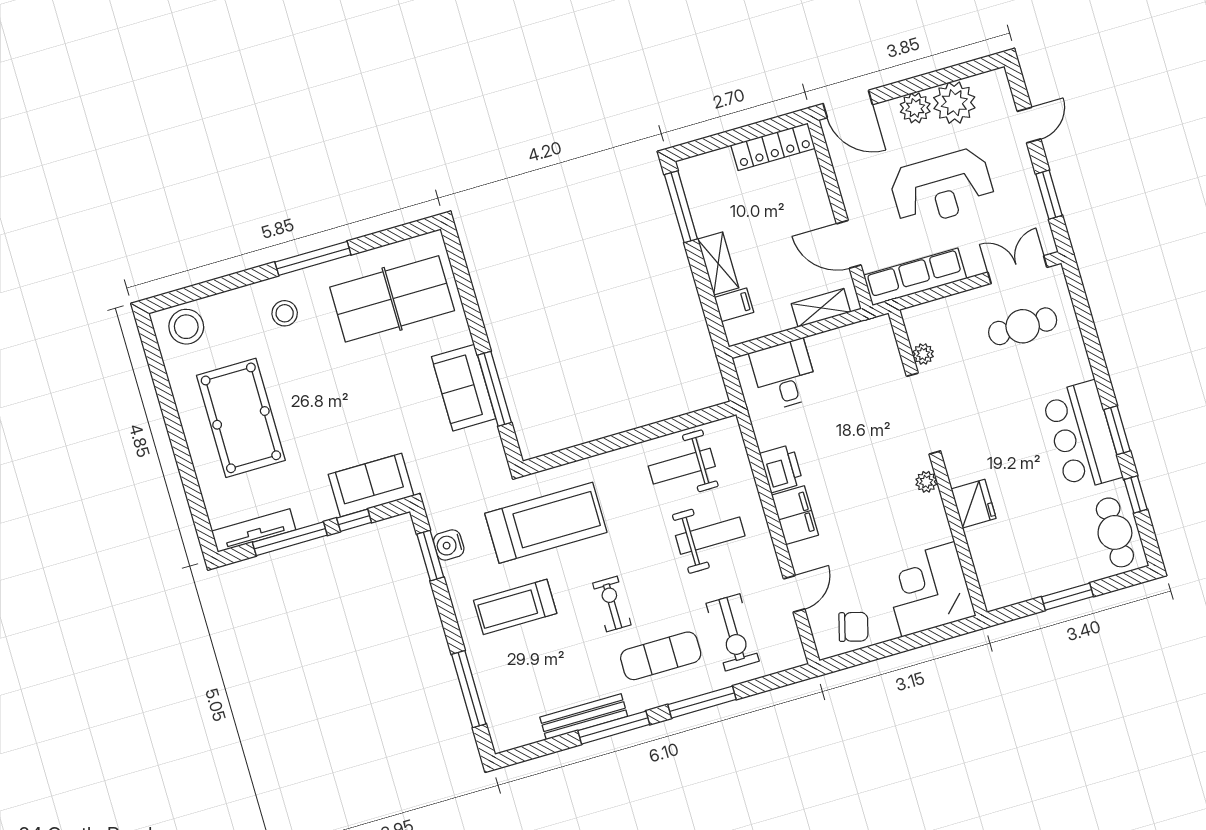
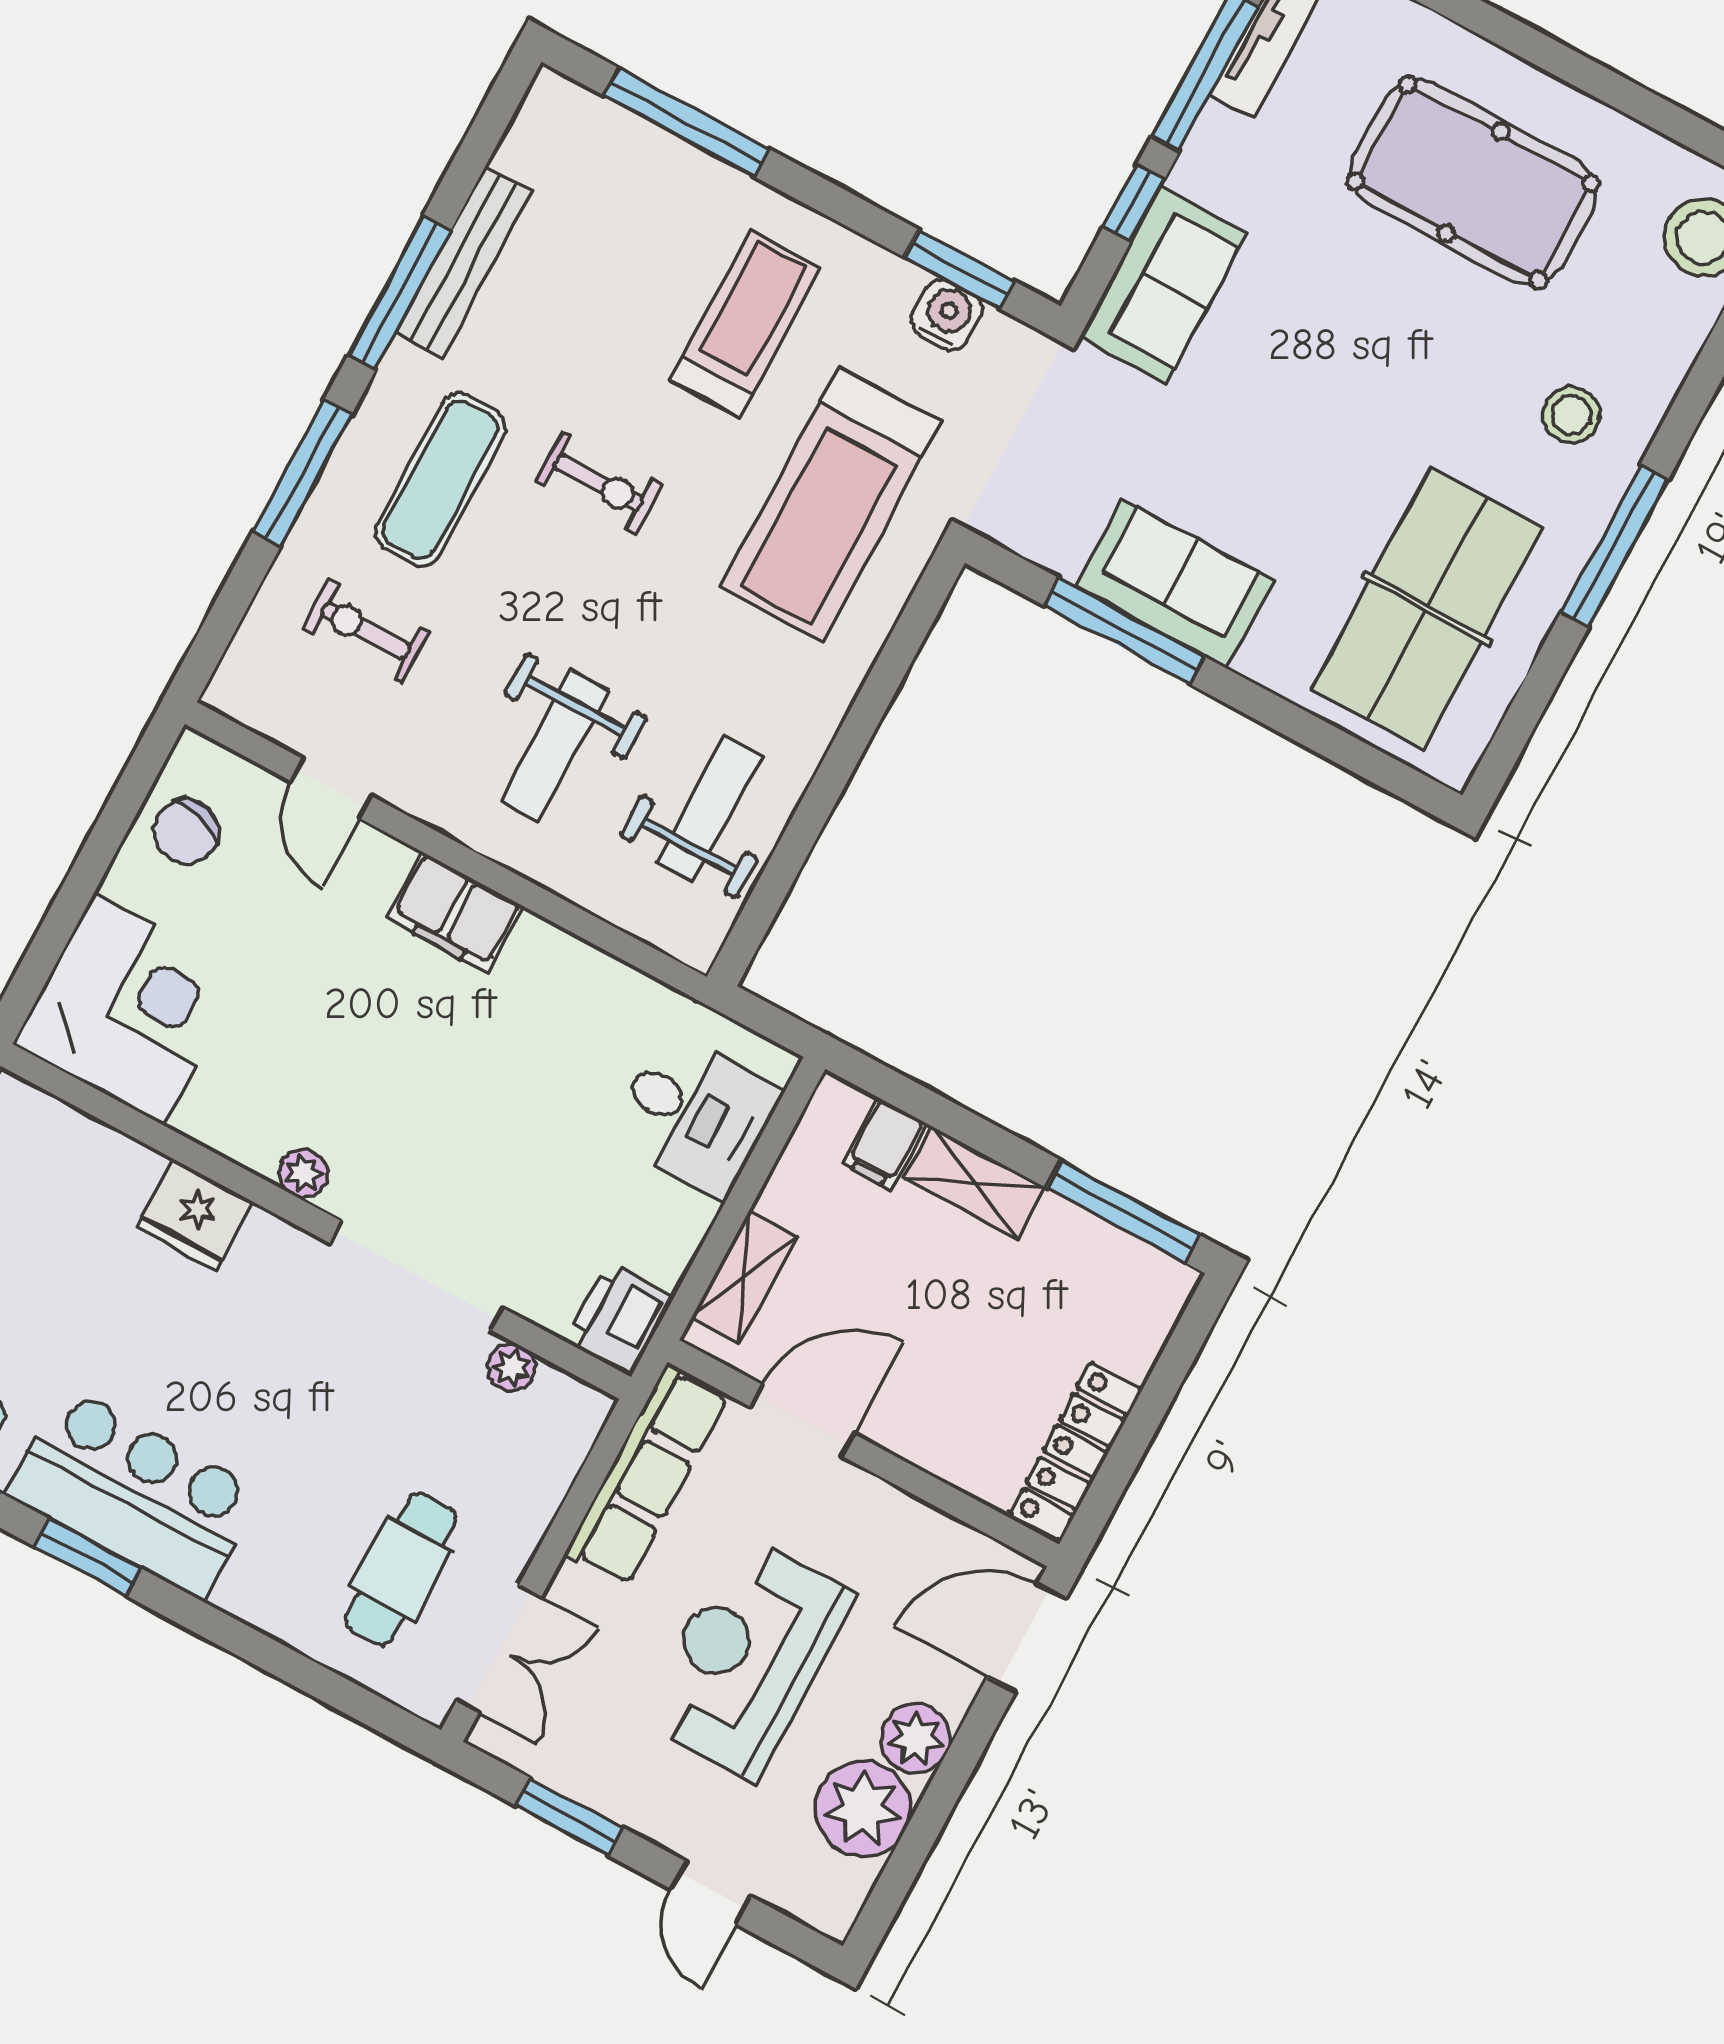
printer: (781, 469) -> (620, 1319), moved, turned 90
exercise bike: (733, 632) -> (366, 631), width x0.73, depth x0.72

